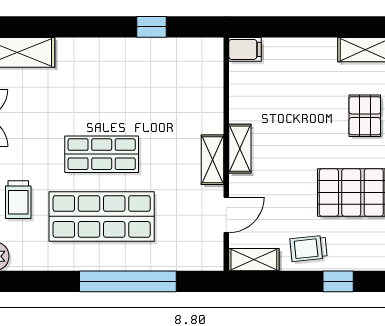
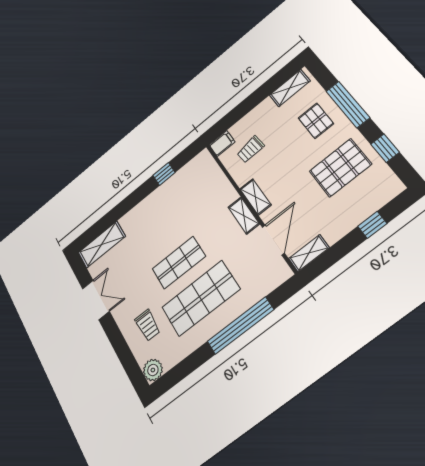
door: (226, 215) -> (273, 240), width x1.38
trolley: (309, 248) -> (251, 149), moved

